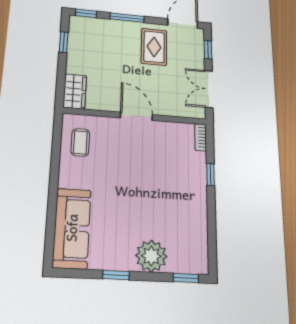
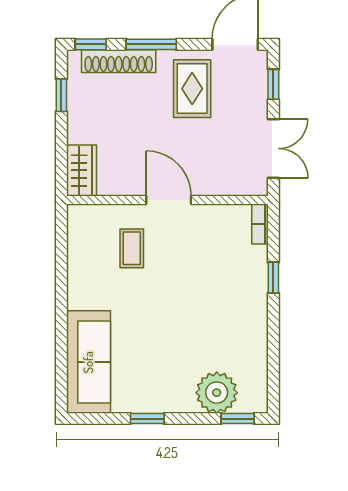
shoe rack: (105, 25) -> (119, 61), added
double door: (209, 89) -> (273, 148), swing flipped
coffee table: (80, 142) -> (132, 248), moved
plant: (151, 256) -> (217, 393), moved

